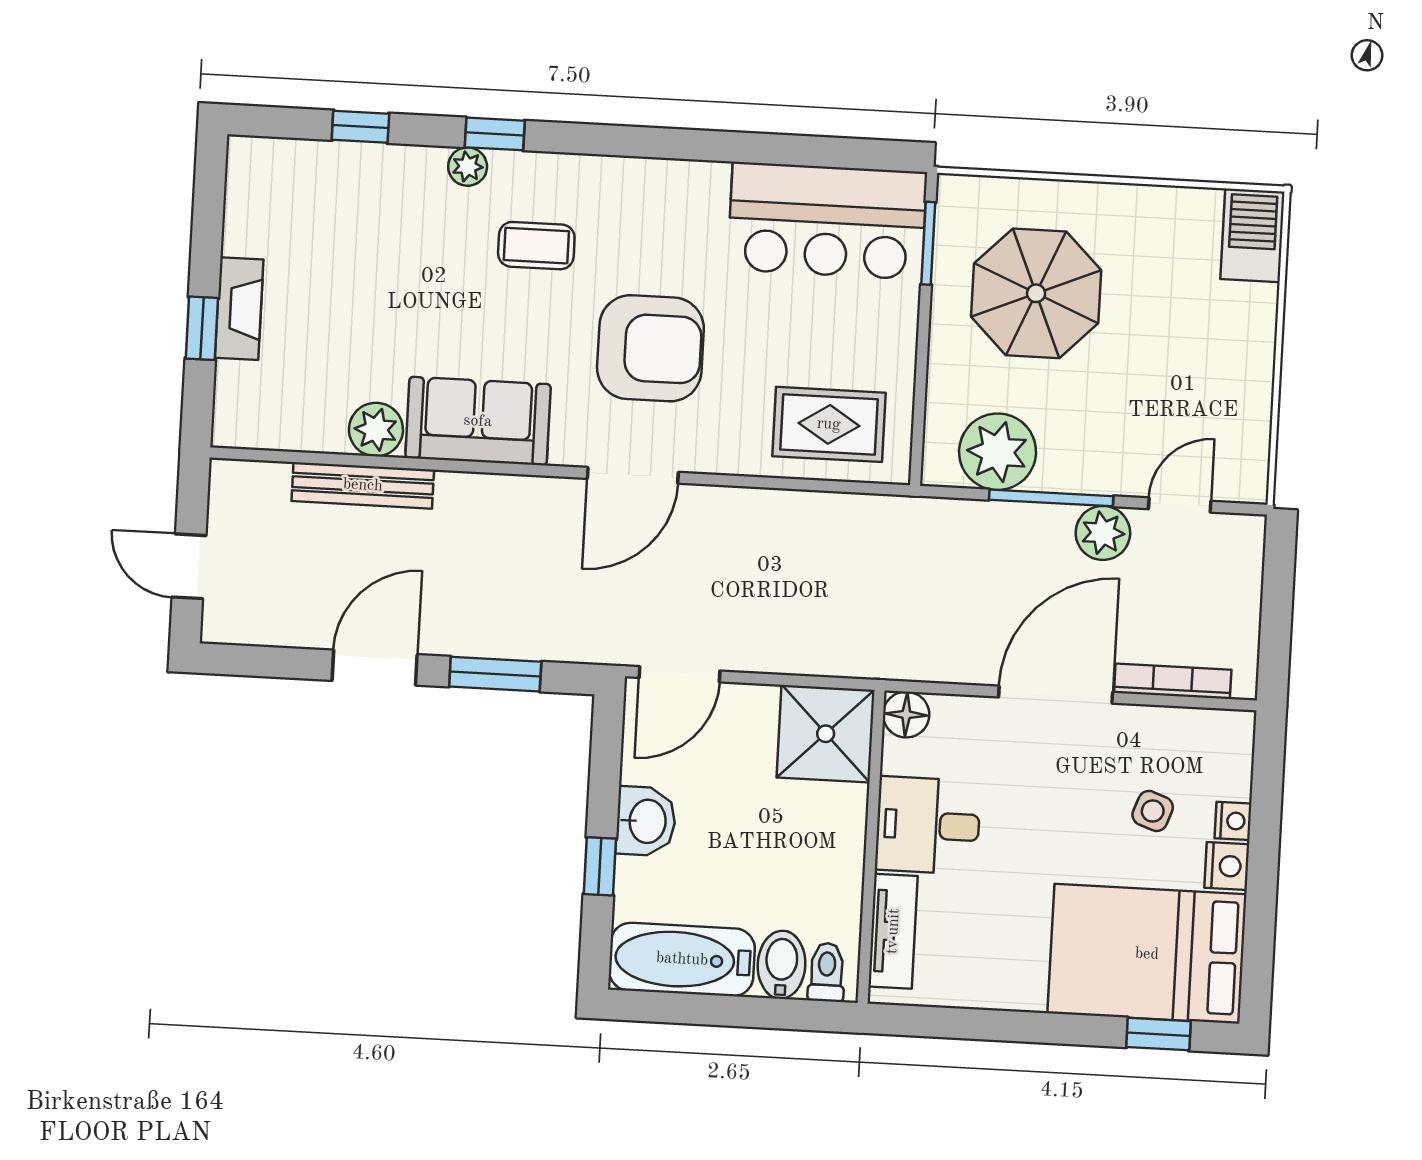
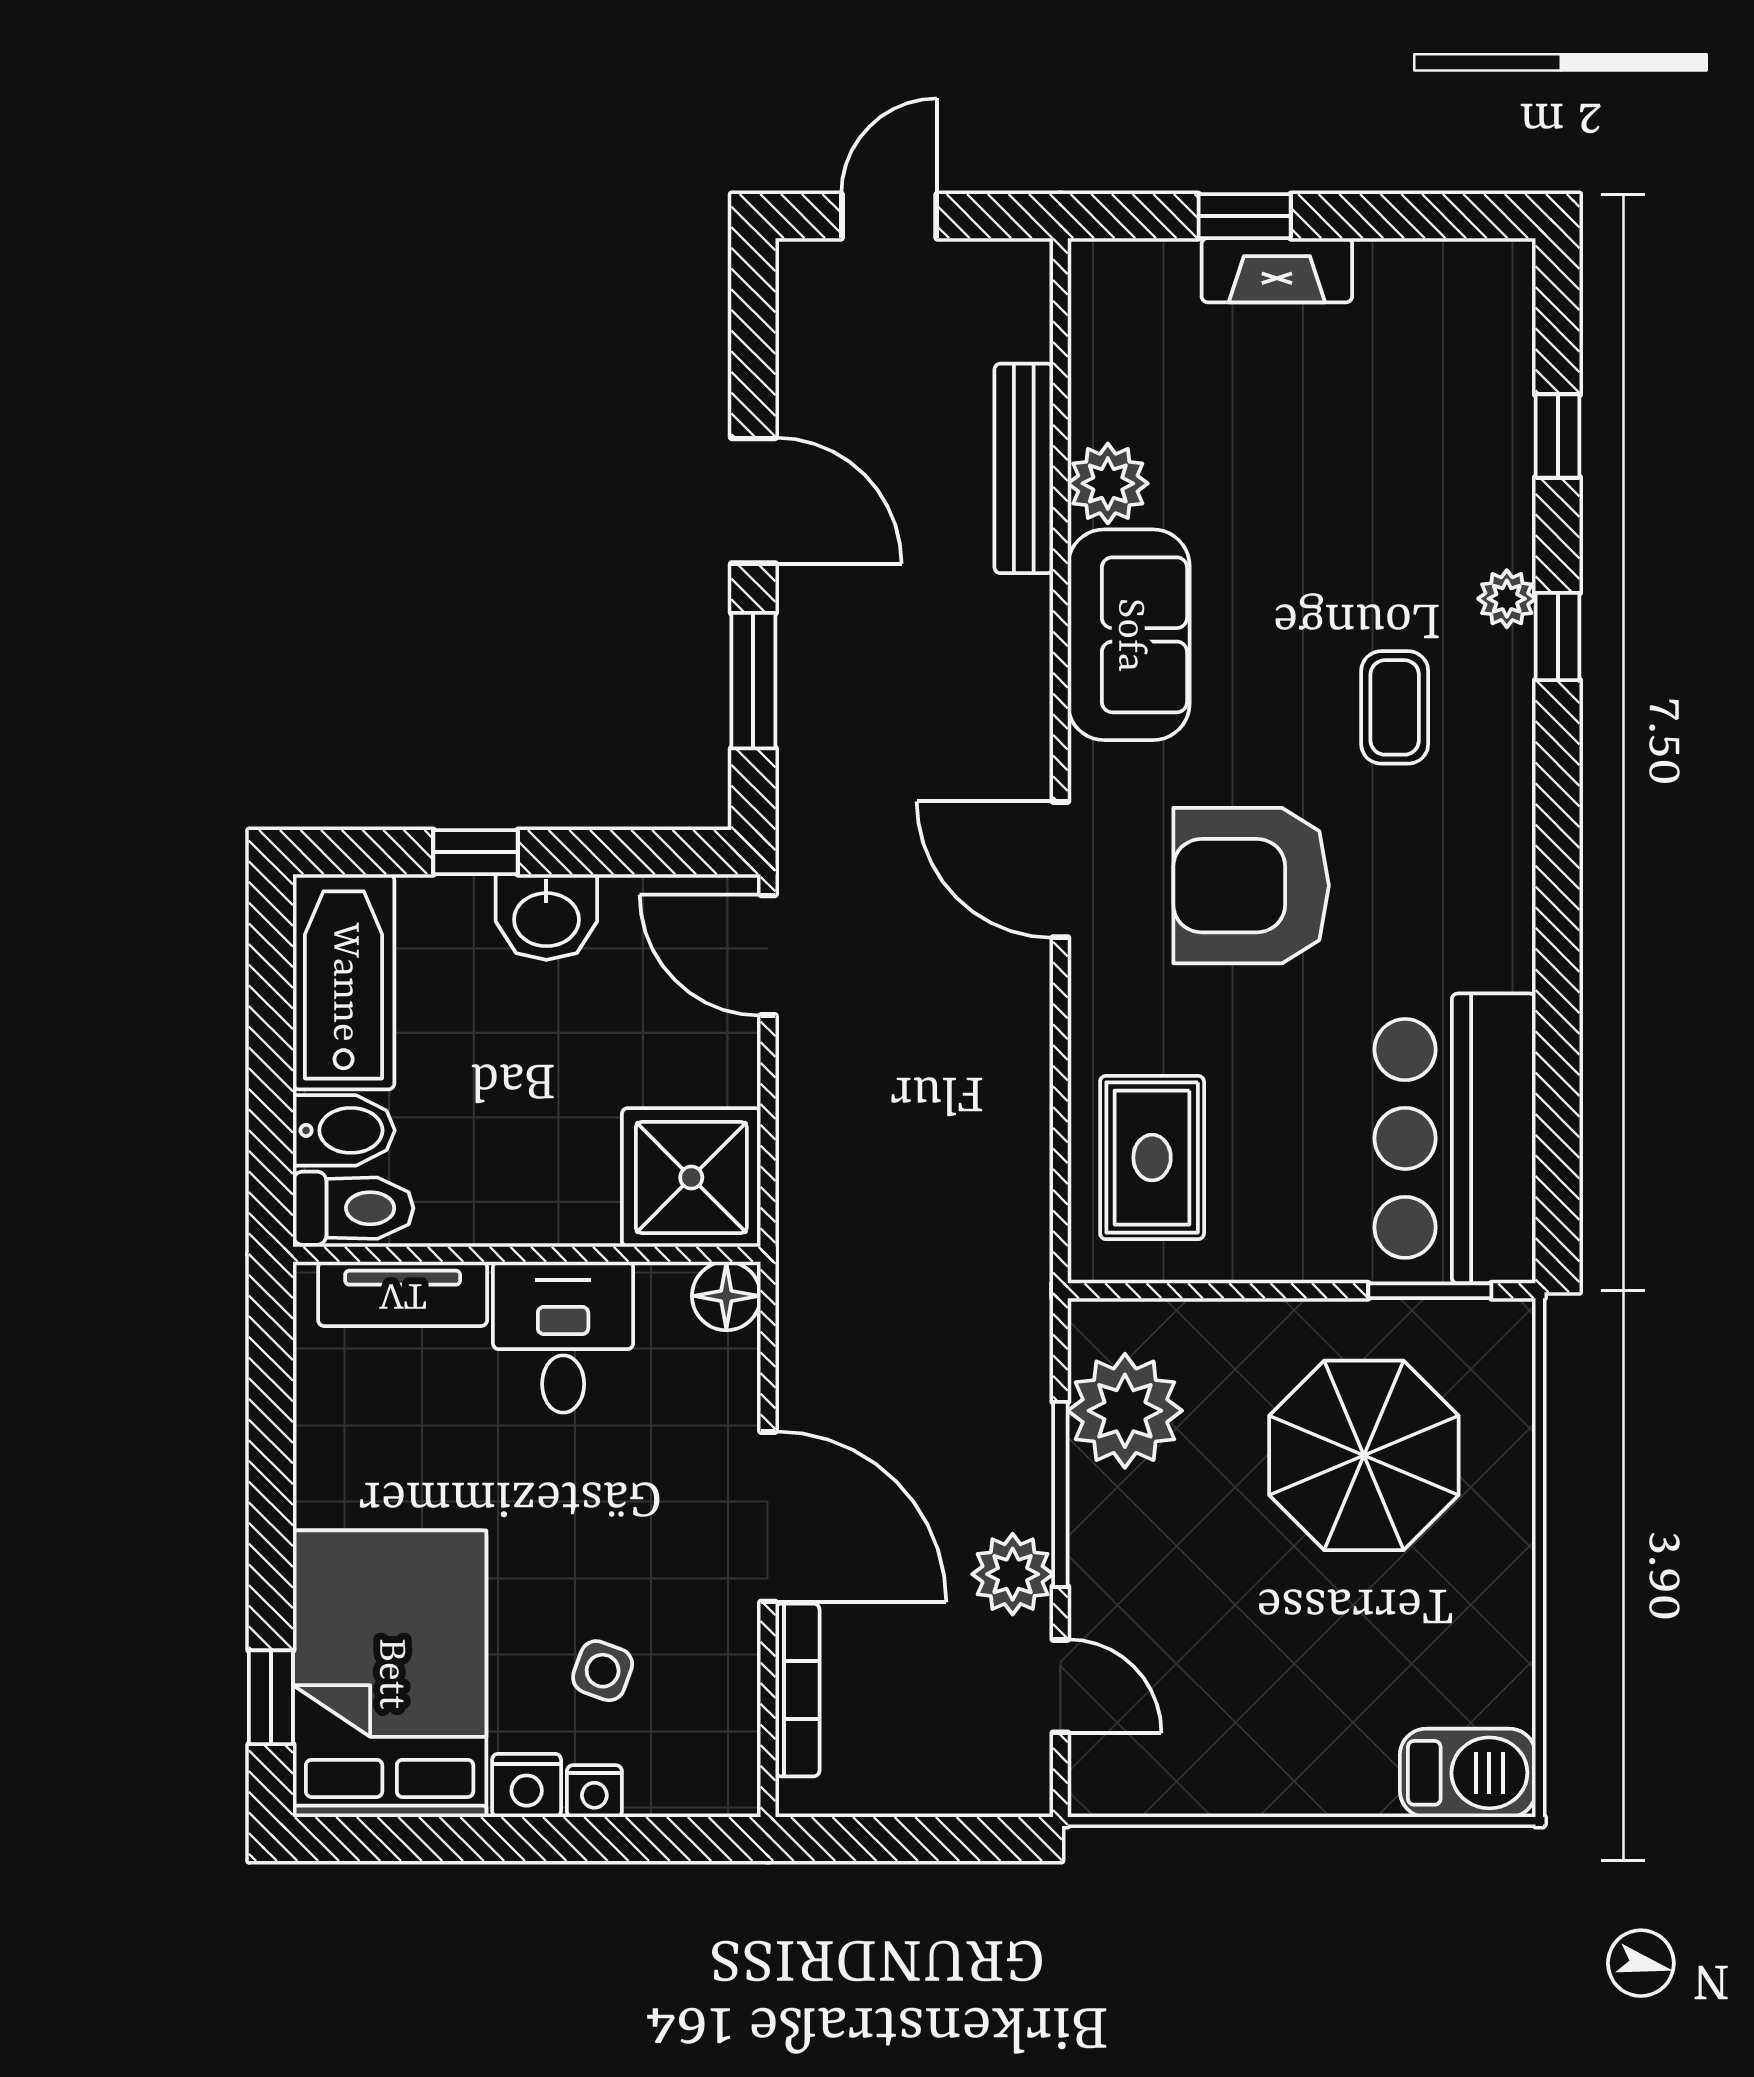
armchair: (650, 348) -> (1251, 886), turned 90
toilet: (827, 972) -> (353, 1208), width x1.37, depth x1.39

